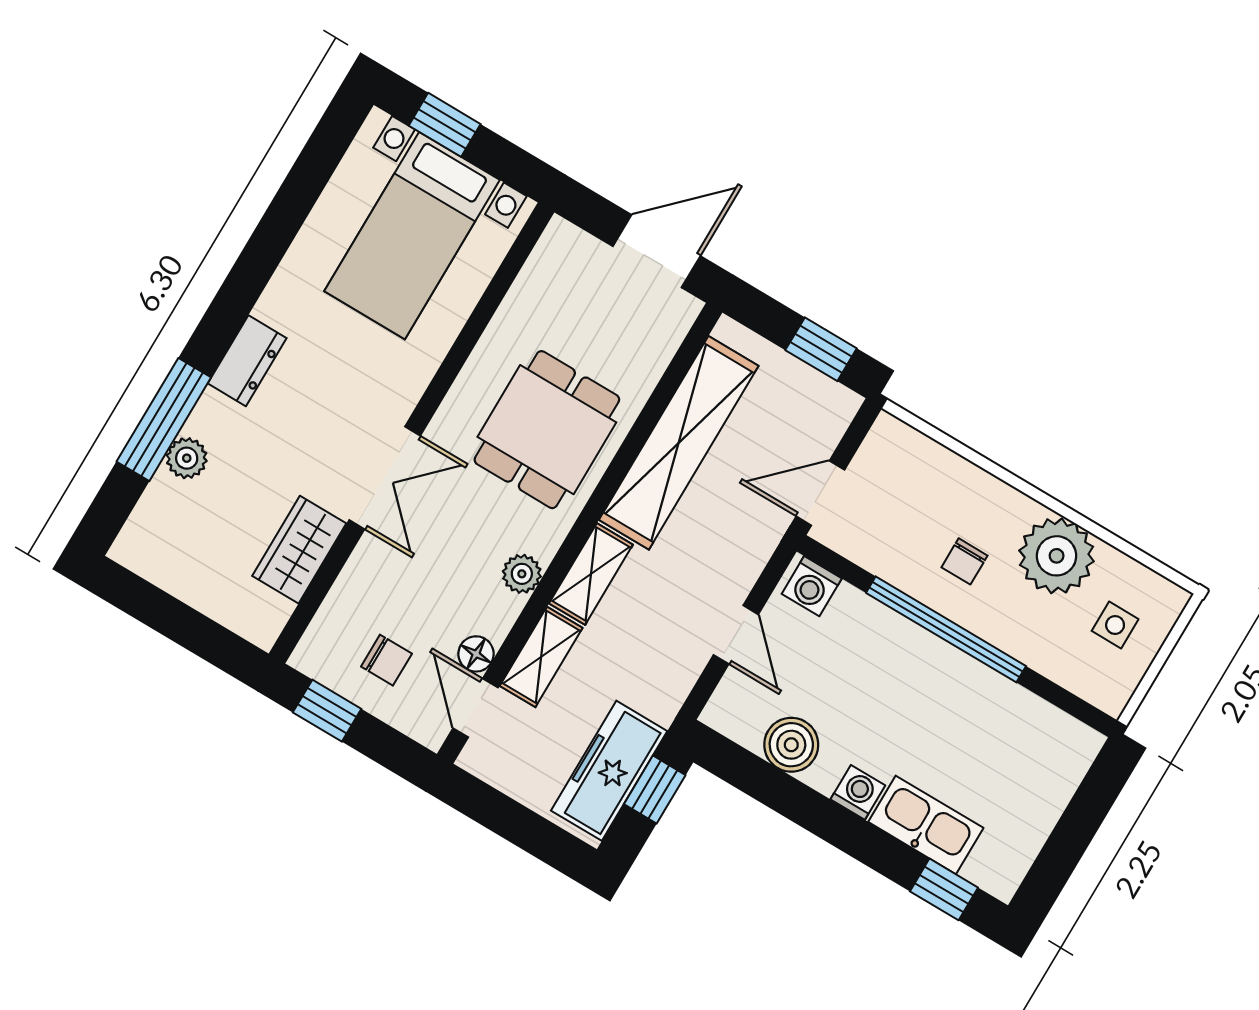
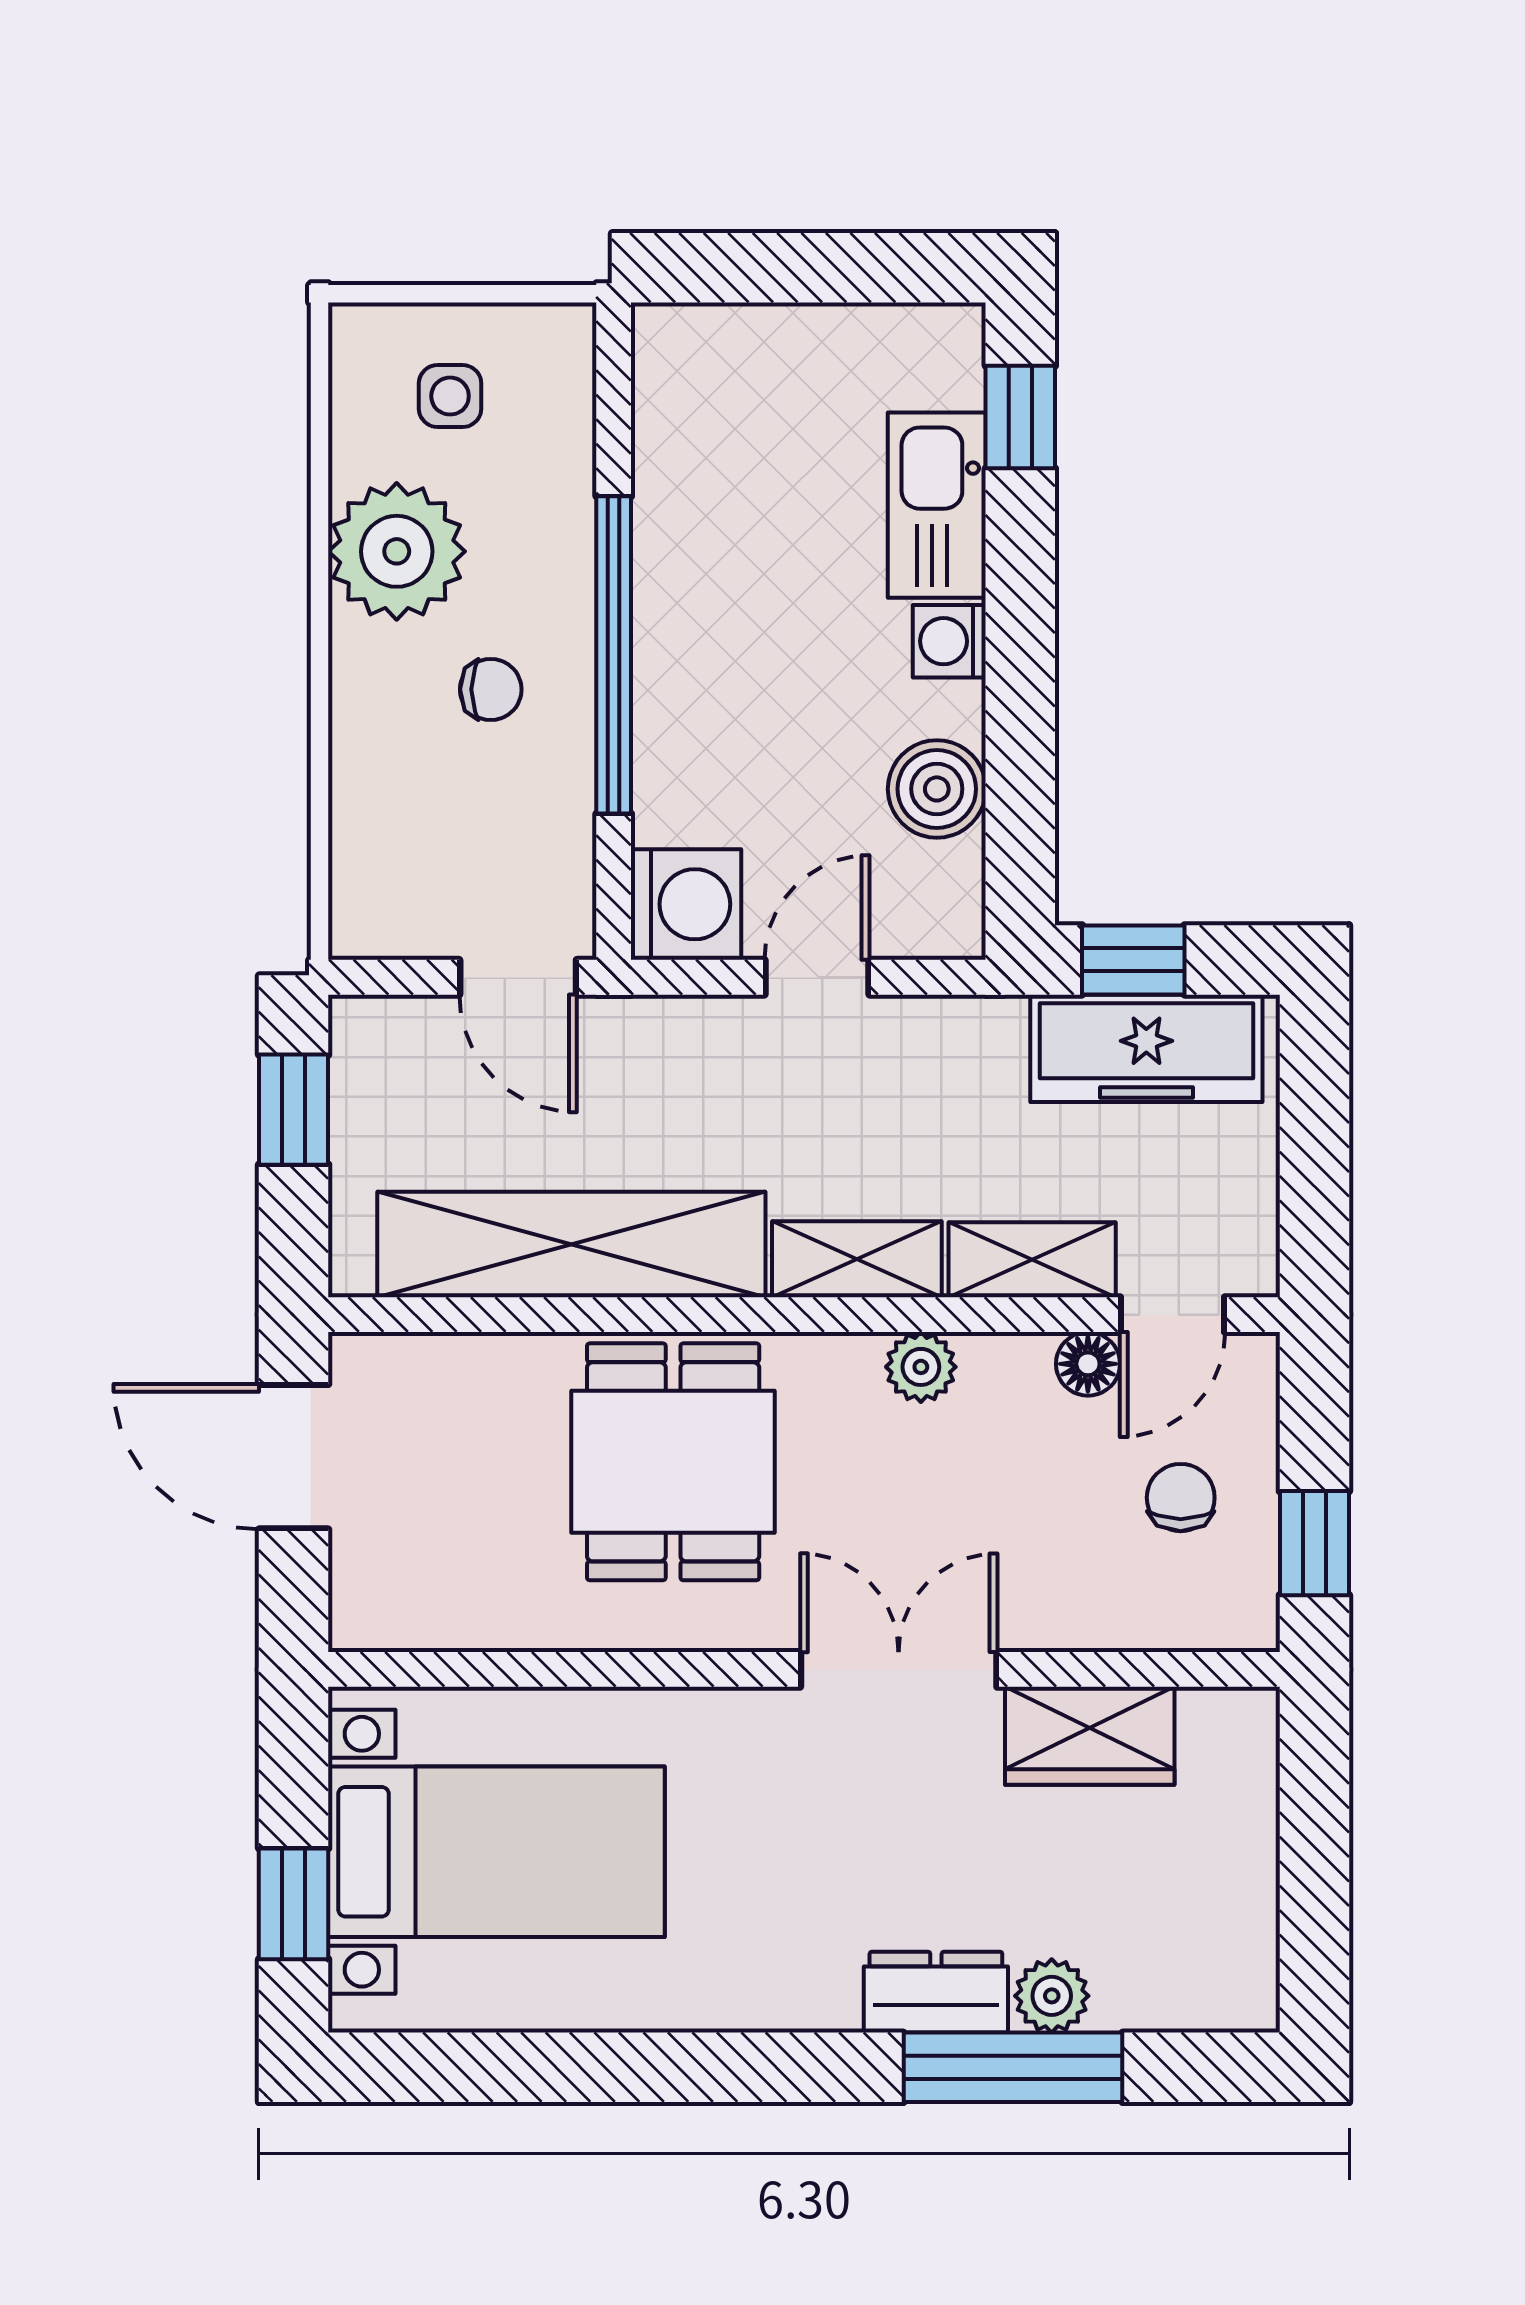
dresser: (247, 361) -> (936, 1992), moved
dining table: (547, 430) -> (673, 1462), turned 90
washing machine: (812, 586) -> (686, 904), width x1.38, depth x1.38

